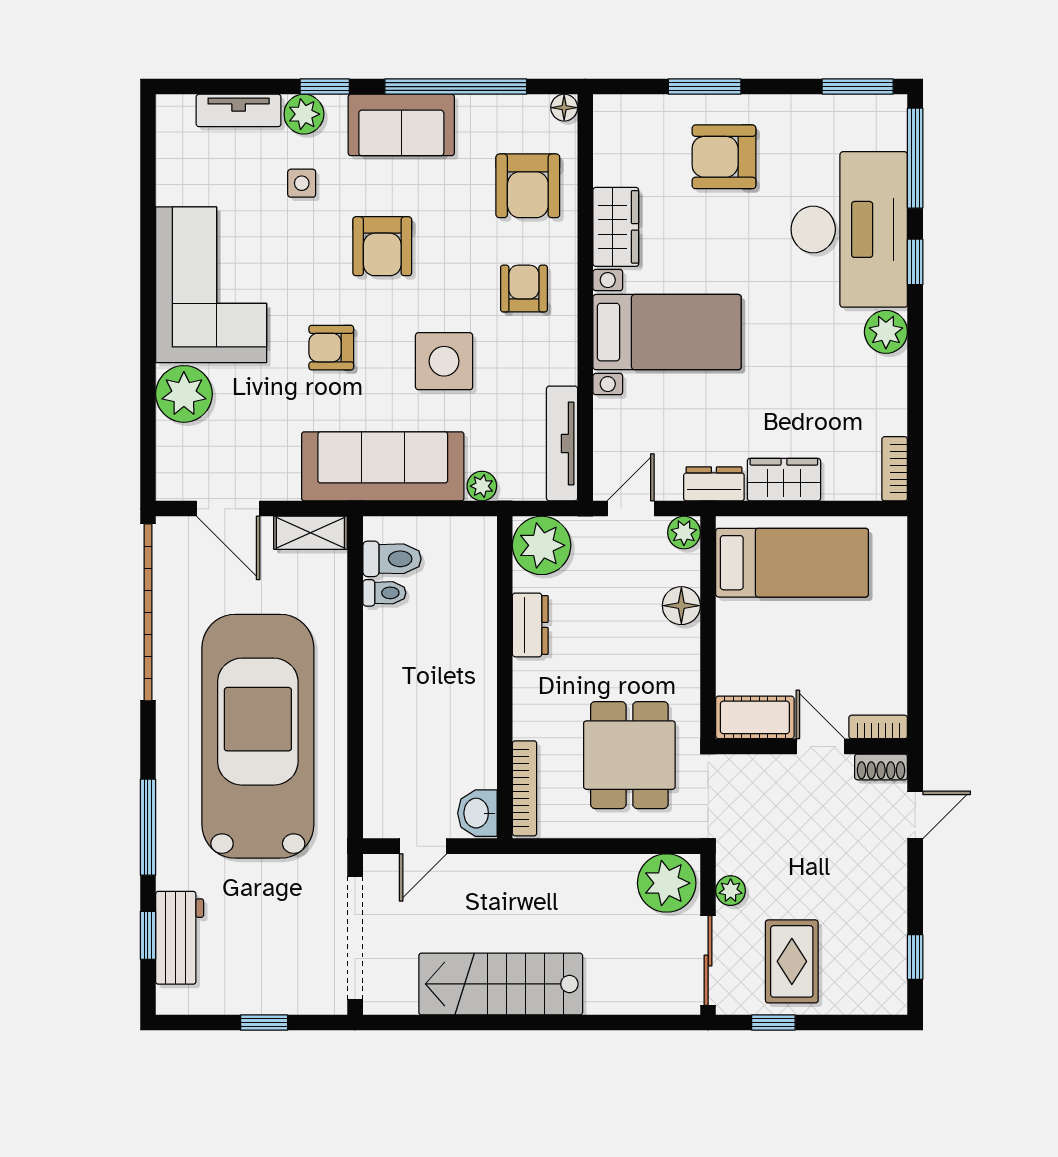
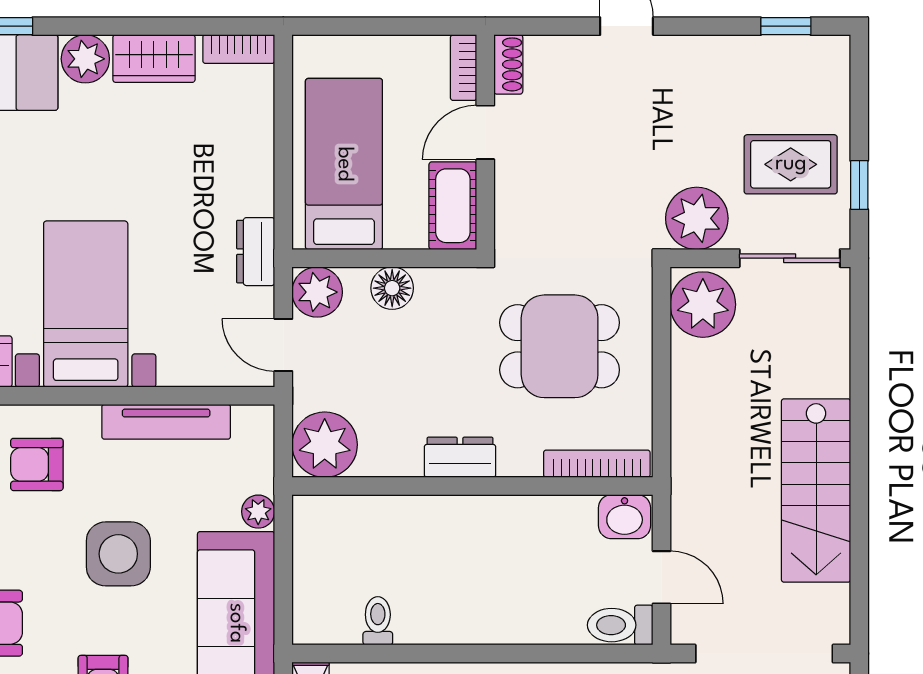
tv unit: (562, 443) -> (166, 422), moved
wardrobe: (784, 480) -> (154, 59), moved, turned -90
plant: (684, 533) -> (317, 292), width x1.38, depth x1.38
toilet: (392, 559) -> (620, 625), moved, turned -90
dresser: (530, 625) -> (460, 457), moved
cot: (755, 717) -> (453, 206), moved
bookcase: (878, 727) -> (464, 68), moved
wall: (812, 746) -> (485, 142), moved
door: (820, 746) -> (485, 132), moved
shoe rack: (881, 767) -> (508, 64), moved
plant: (731, 891) -> (697, 218), width x1.87, depth x1.87

